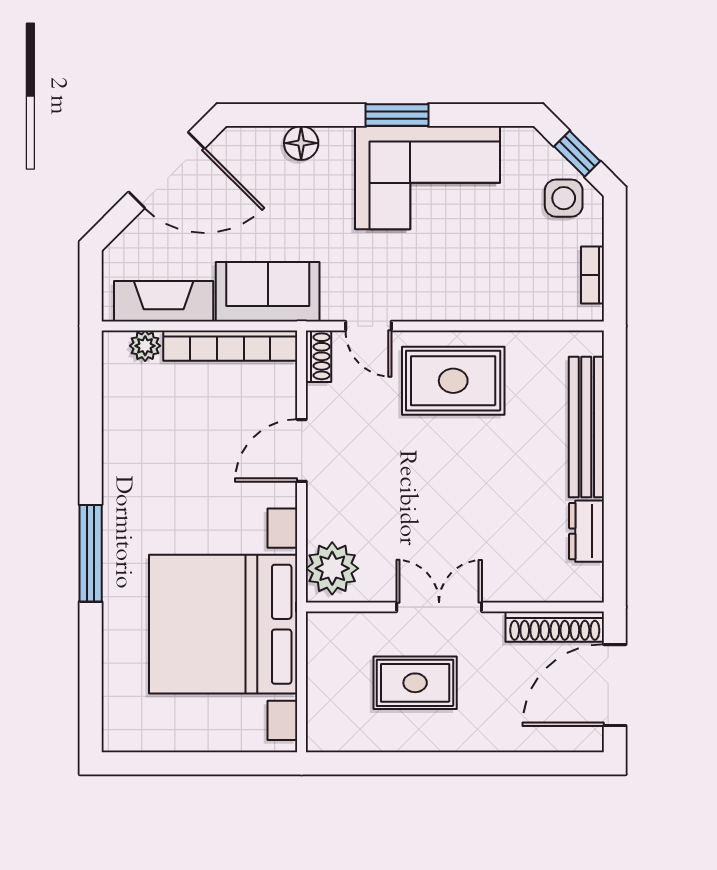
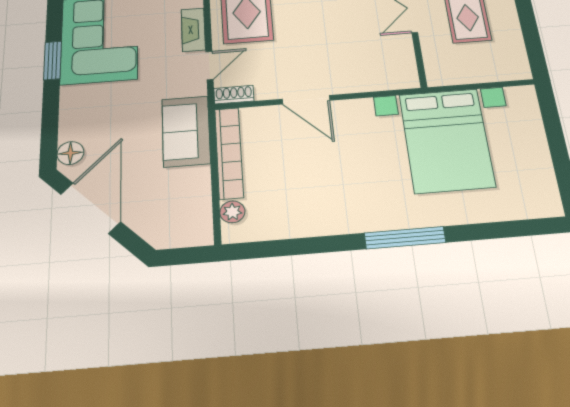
floor lamp: (301, 143) -> (70, 153), moved
fireplace: (164, 301) -> (193, 30), moved, width x0.73, depth x0.76
plant: (332, 568) -> (392, 74), removed
bed with nightstands: (223, 624) -> (446, 140), width x0.73

